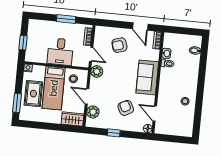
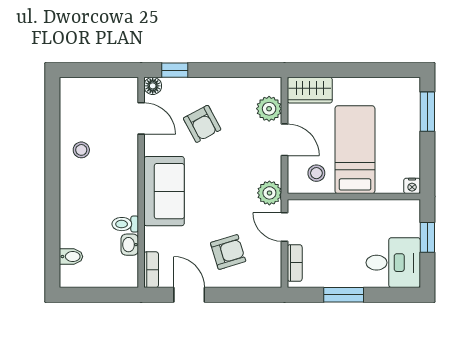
desk: (60, 52) -> (393, 263), moved, turned 90
rug: (33, 94) -> (396, 134), removed
window: (114, 133) -> (175, 70), moved

